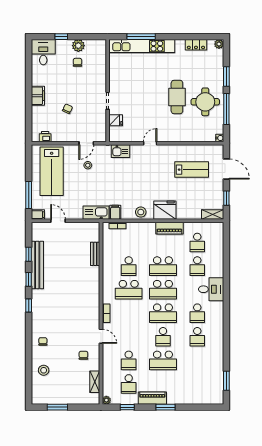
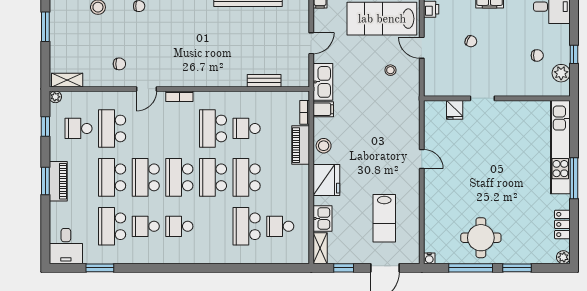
window: (61, 37) -> (574, 54), moved
window: (141, 37) -> (574, 178), moved
plant: (78, 46) -> (561, 73), moved
cafe table: (177, 97) -> (488, 197), removed
door: (86, 143) -> (422, 48), moved
kitchen sink: (121, 151) -> (322, 218), moved, turned 180
door: (58, 221) -> (311, 43), moved
piano: (169, 228) -> (301, 145), moved
school desk: (197, 266) -> (247, 226), width x1.85
desk: (211, 289) -> (66, 246), moved
school desk: (163, 337) -> (146, 177), width x1.85
school desk: (129, 360) -> (112, 128), width x1.85
school desk: (197, 360) -> (112, 226), added
window: (226, 381) -> (100, 268), moved
shelving: (95, 382) -> (67, 80), moved
piano: (152, 398) -> (58, 181), moved

